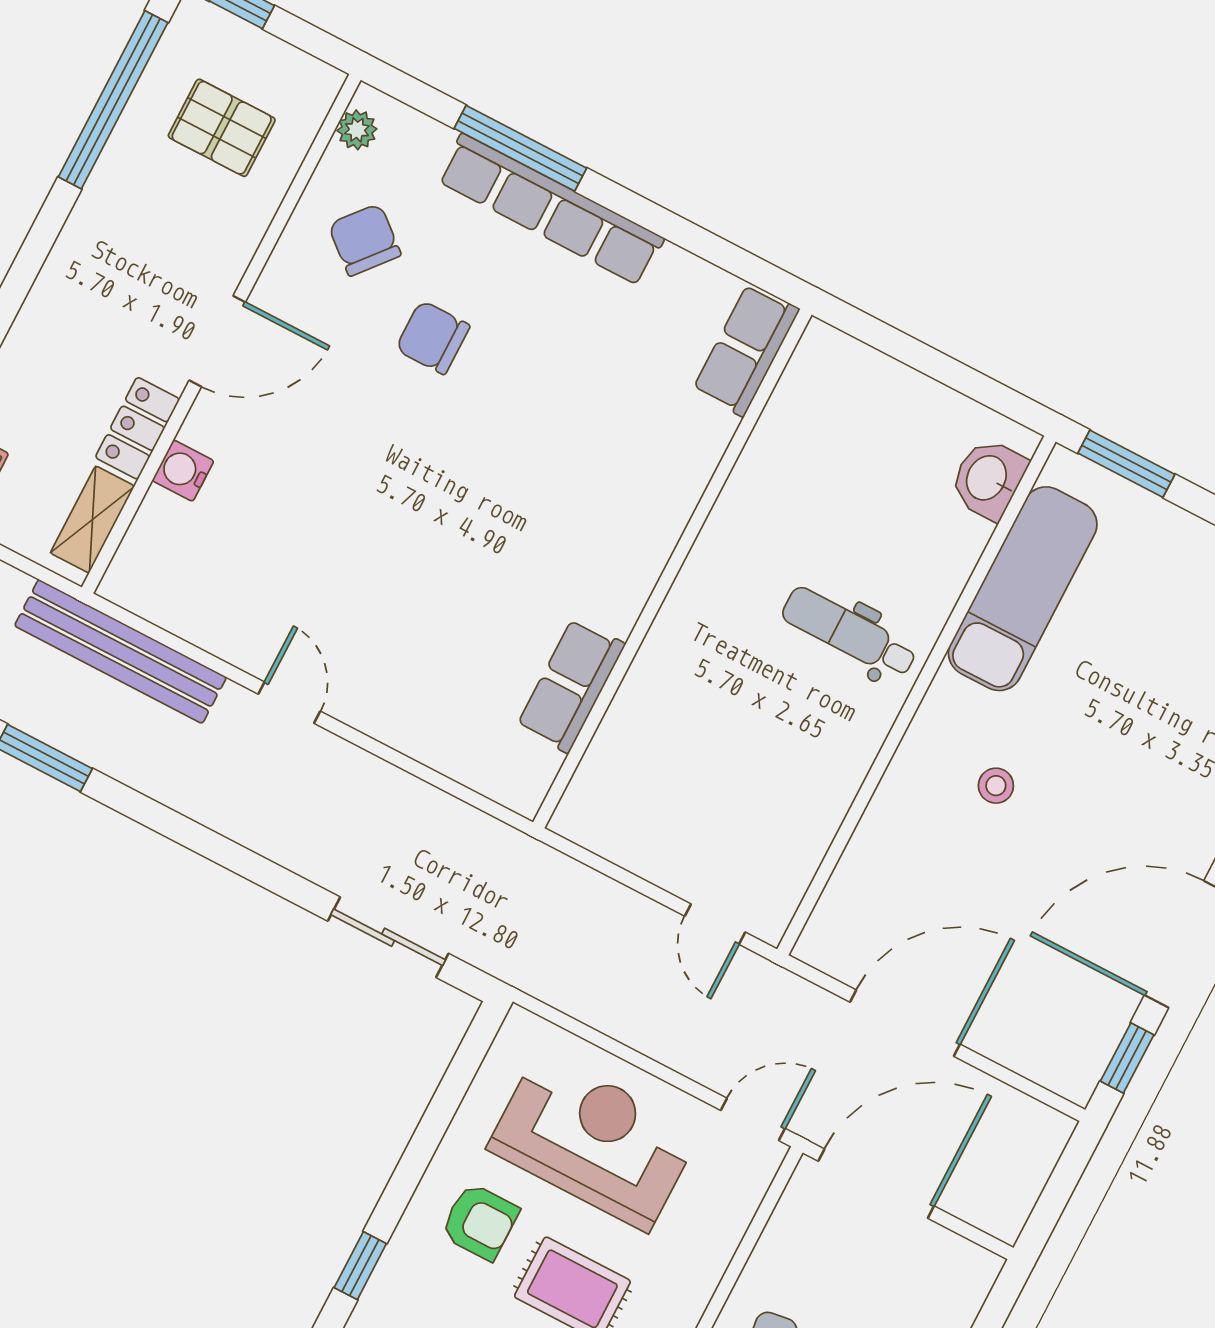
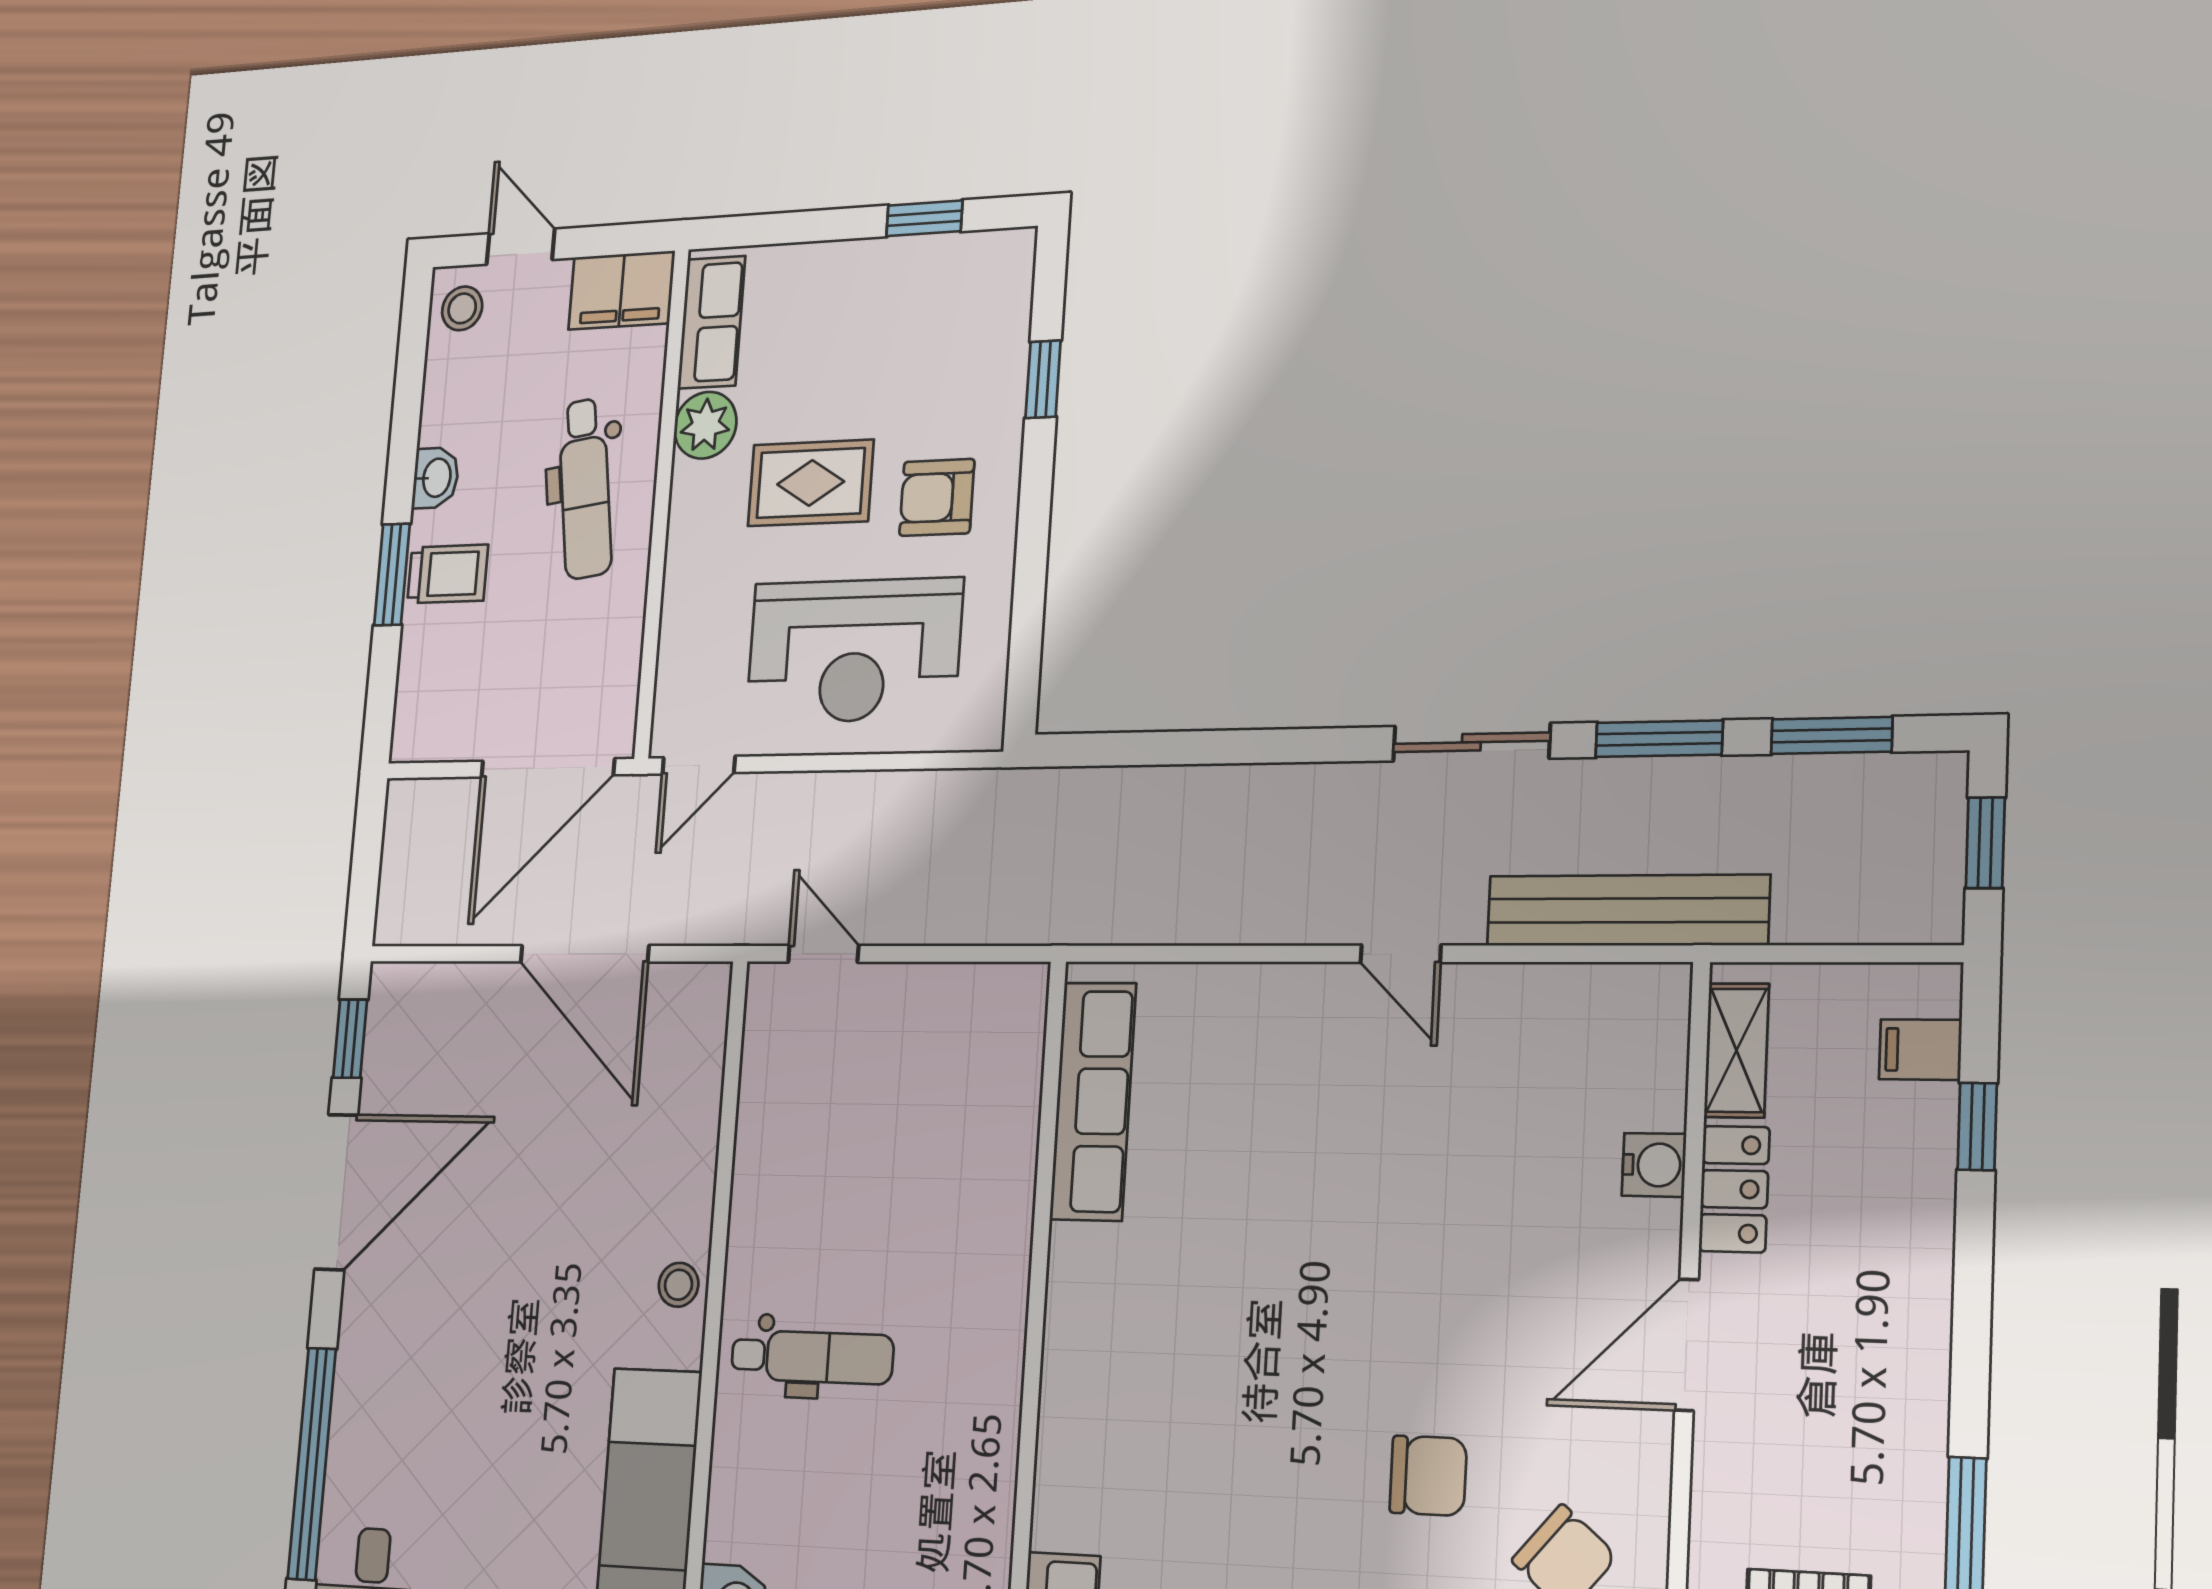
row of seats: (571, 685) -> (1093, 1101), width x1.48
stool: (996, 786) -> (679, 1285), moved
sliding door: (388, 937) -> (1471, 742), moved
door: (905, 1023) -> (585, 954), hinge flipped

